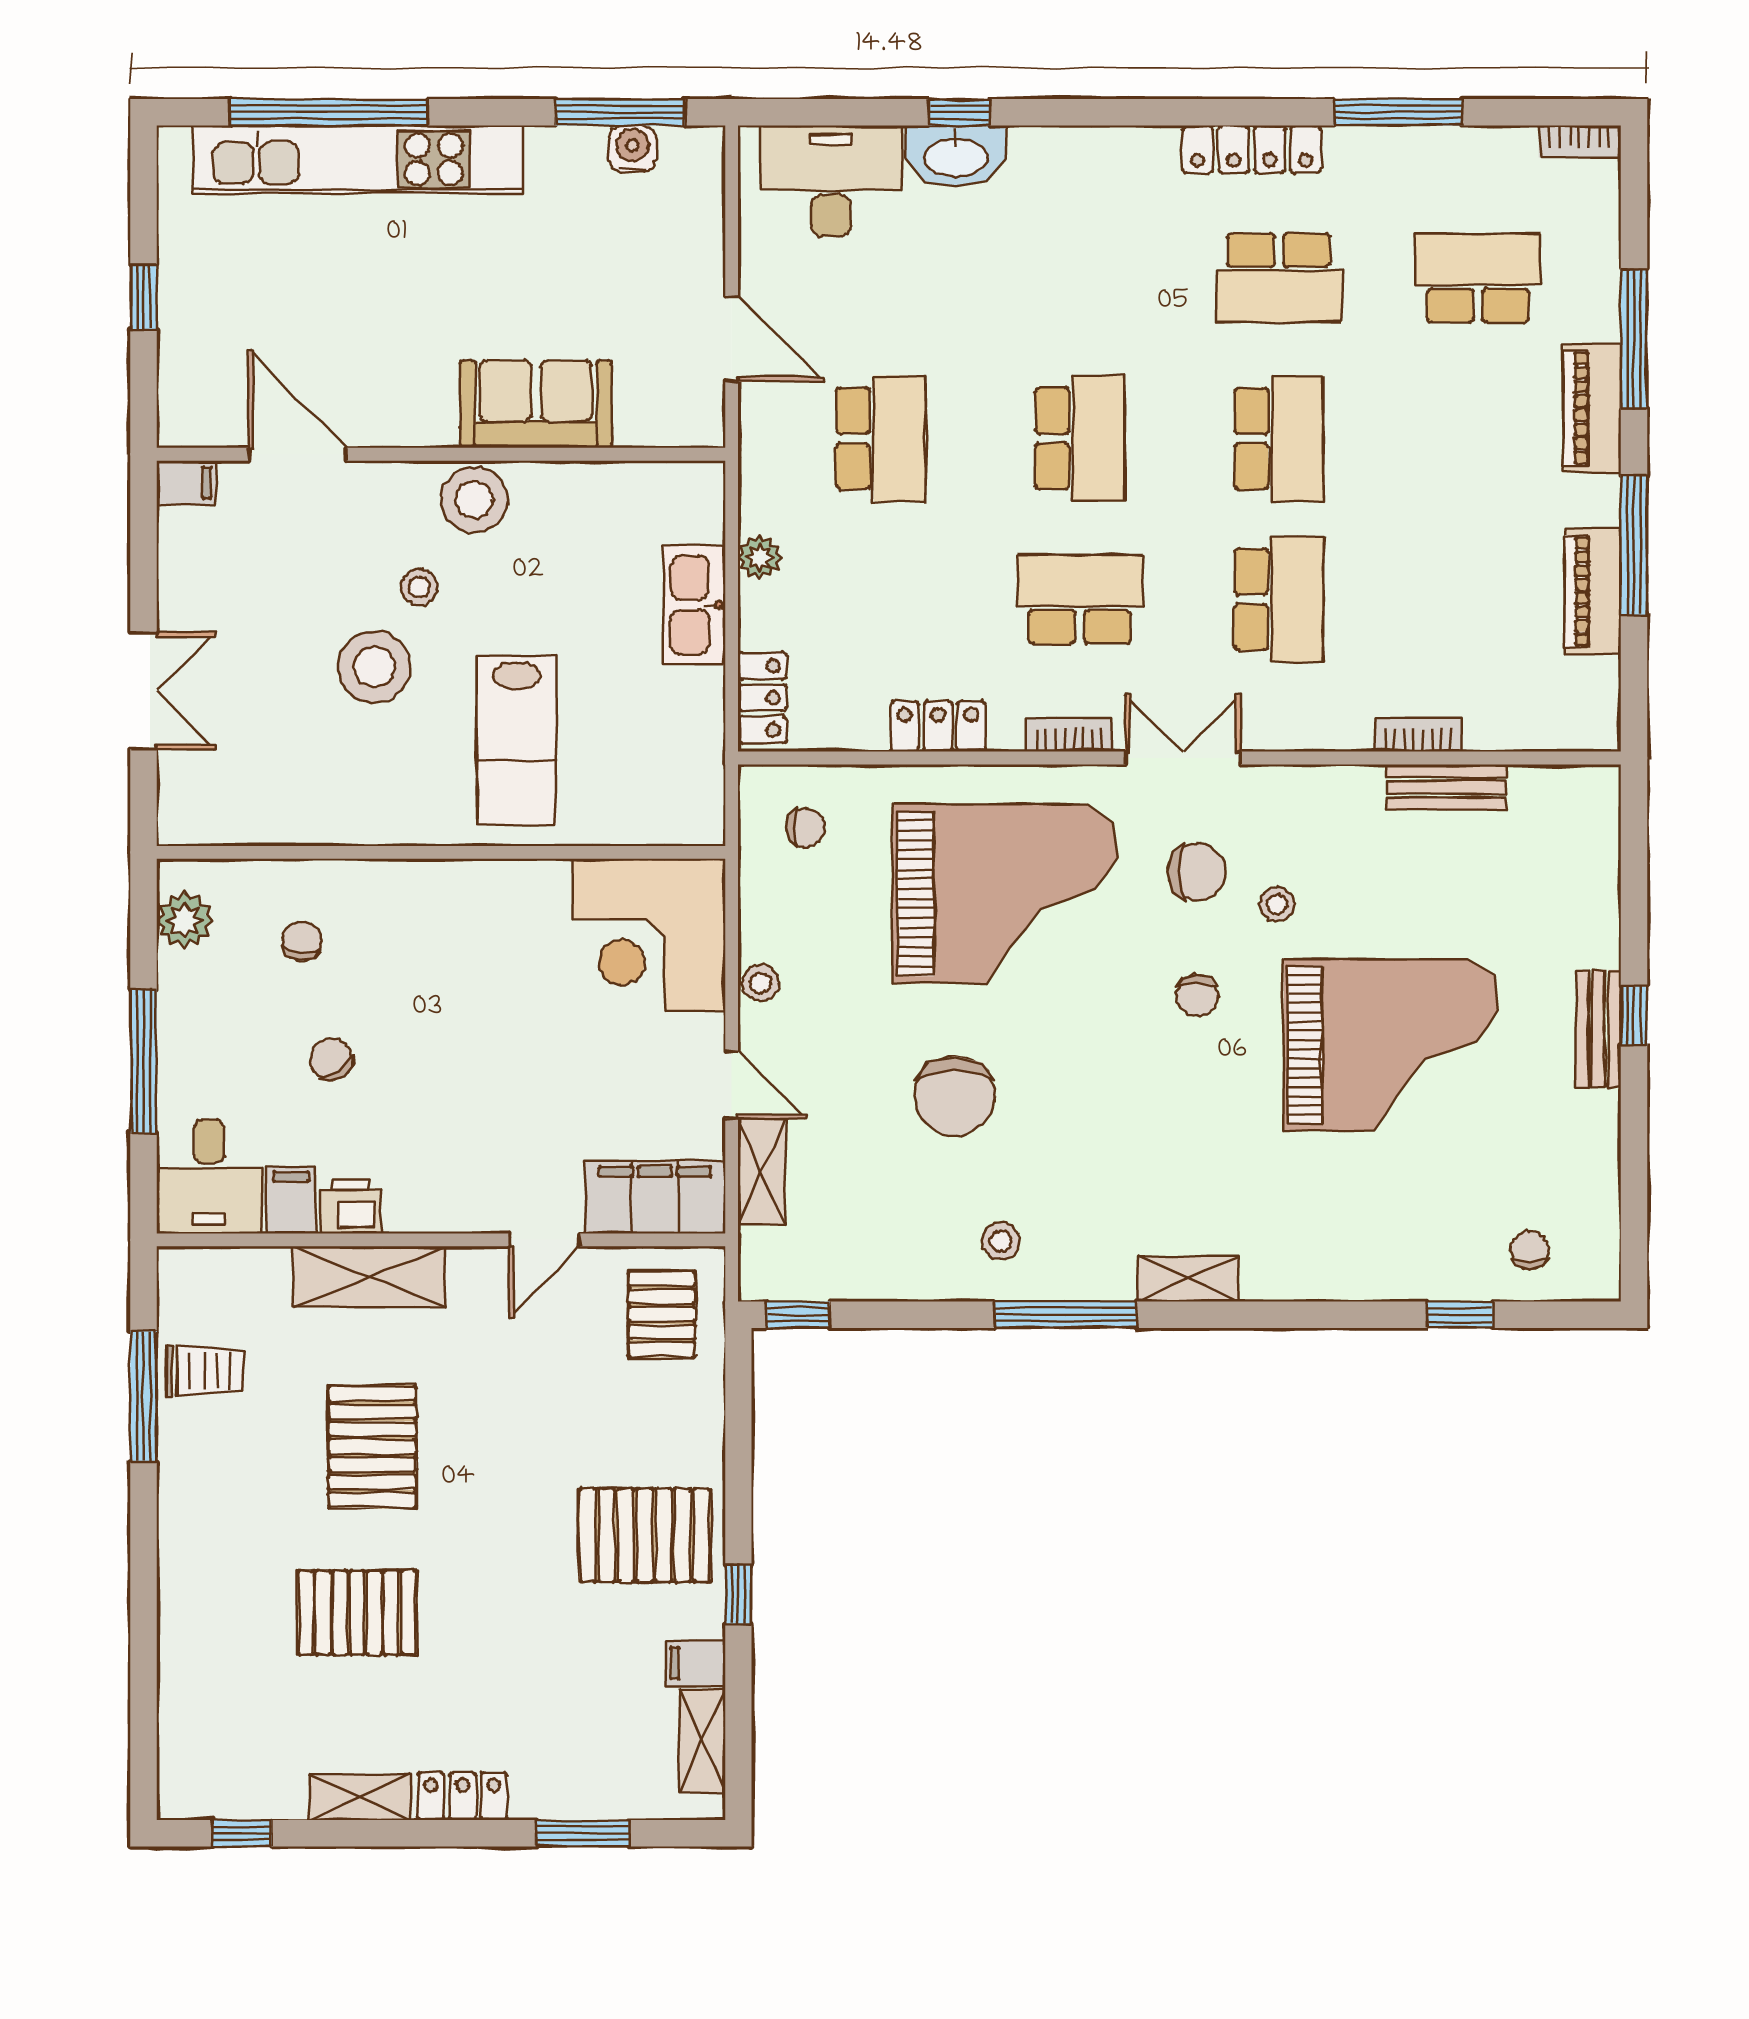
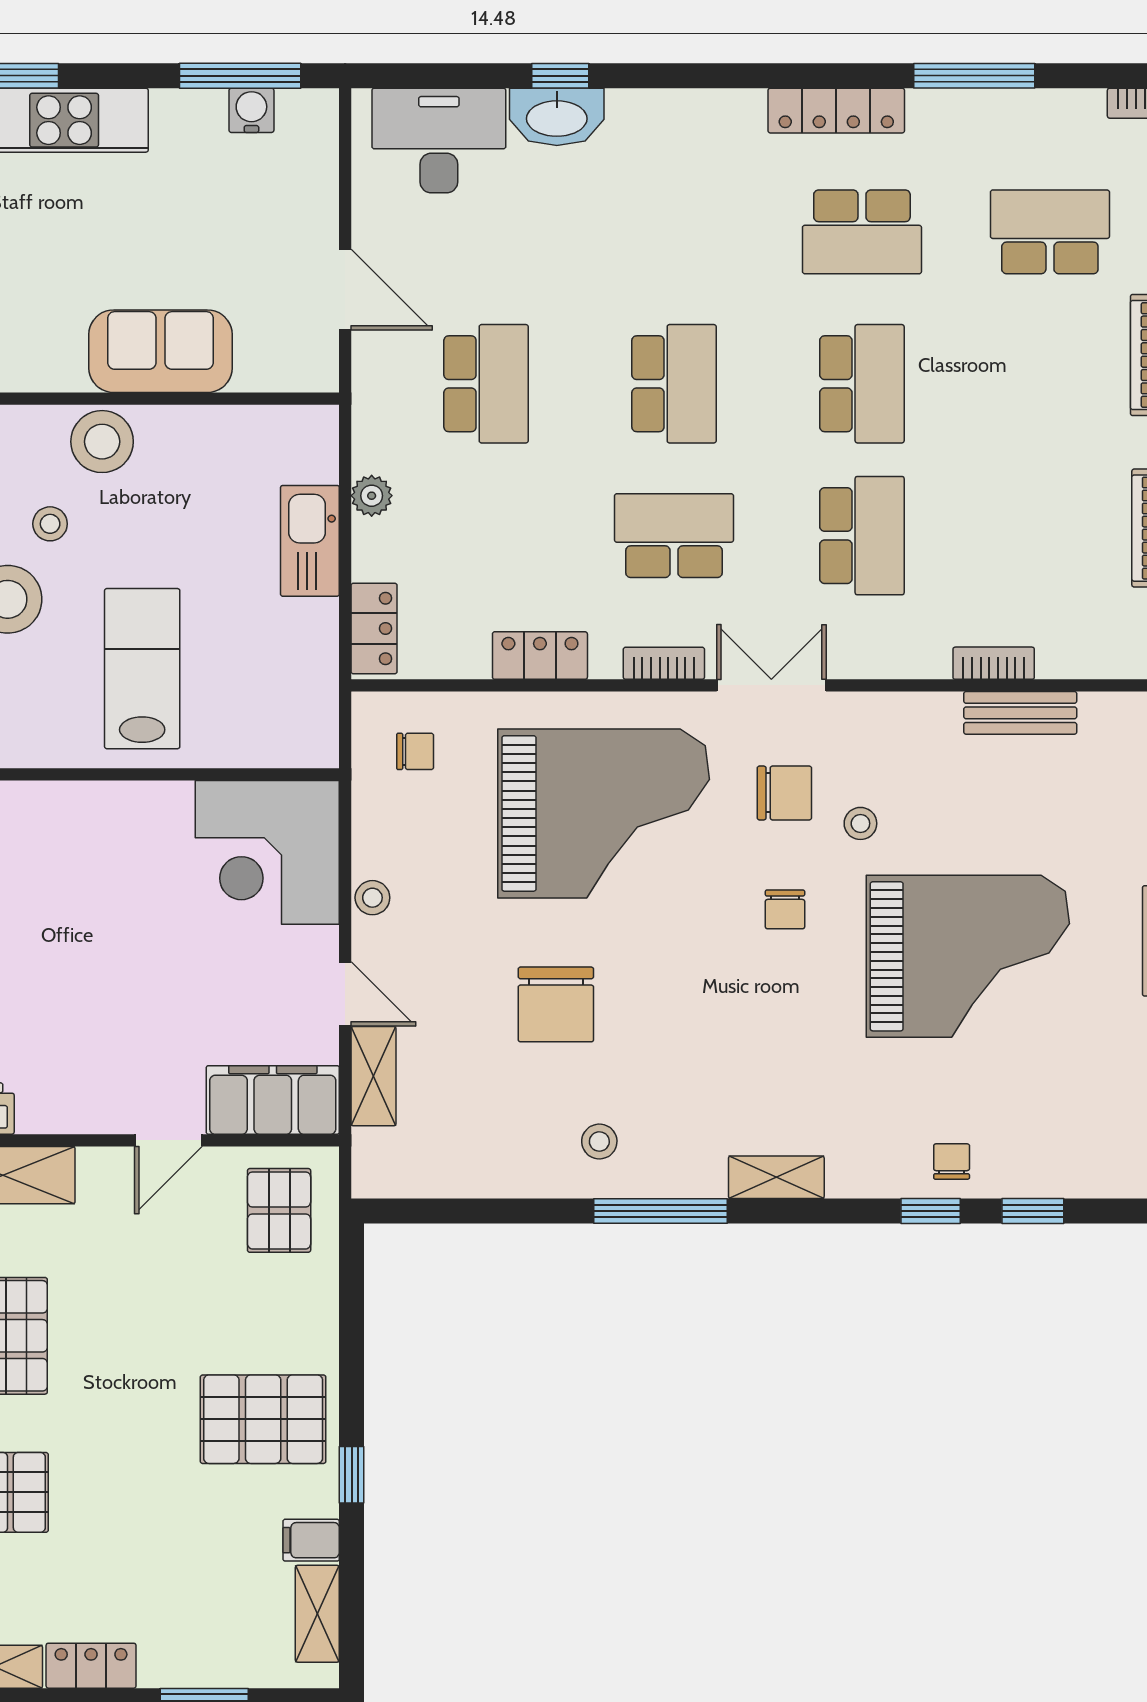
lab bench: (517, 740) -> (142, 669), turned 180
chair: (1530, 1250) -> (952, 1161), moved
window: (798, 1315) -> (931, 1211), moved

